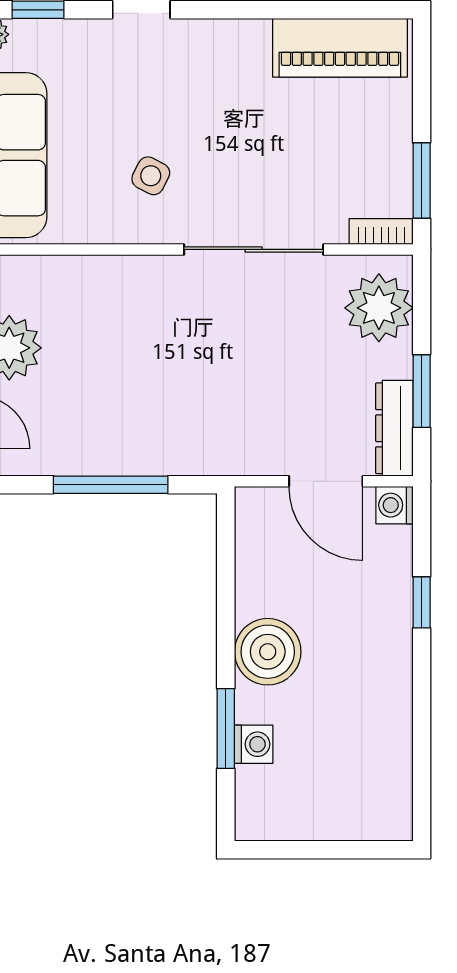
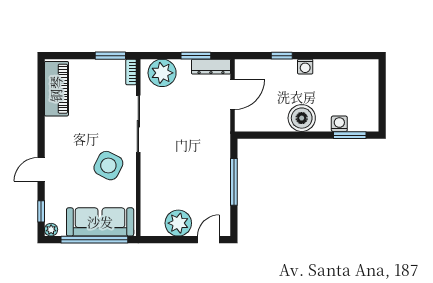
side table: (151, 176) -> (108, 166), width x1.87, depth x1.87
washing machine: (394, 505) -> (305, 67), moved
window: (226, 728) -> (350, 135), moved

